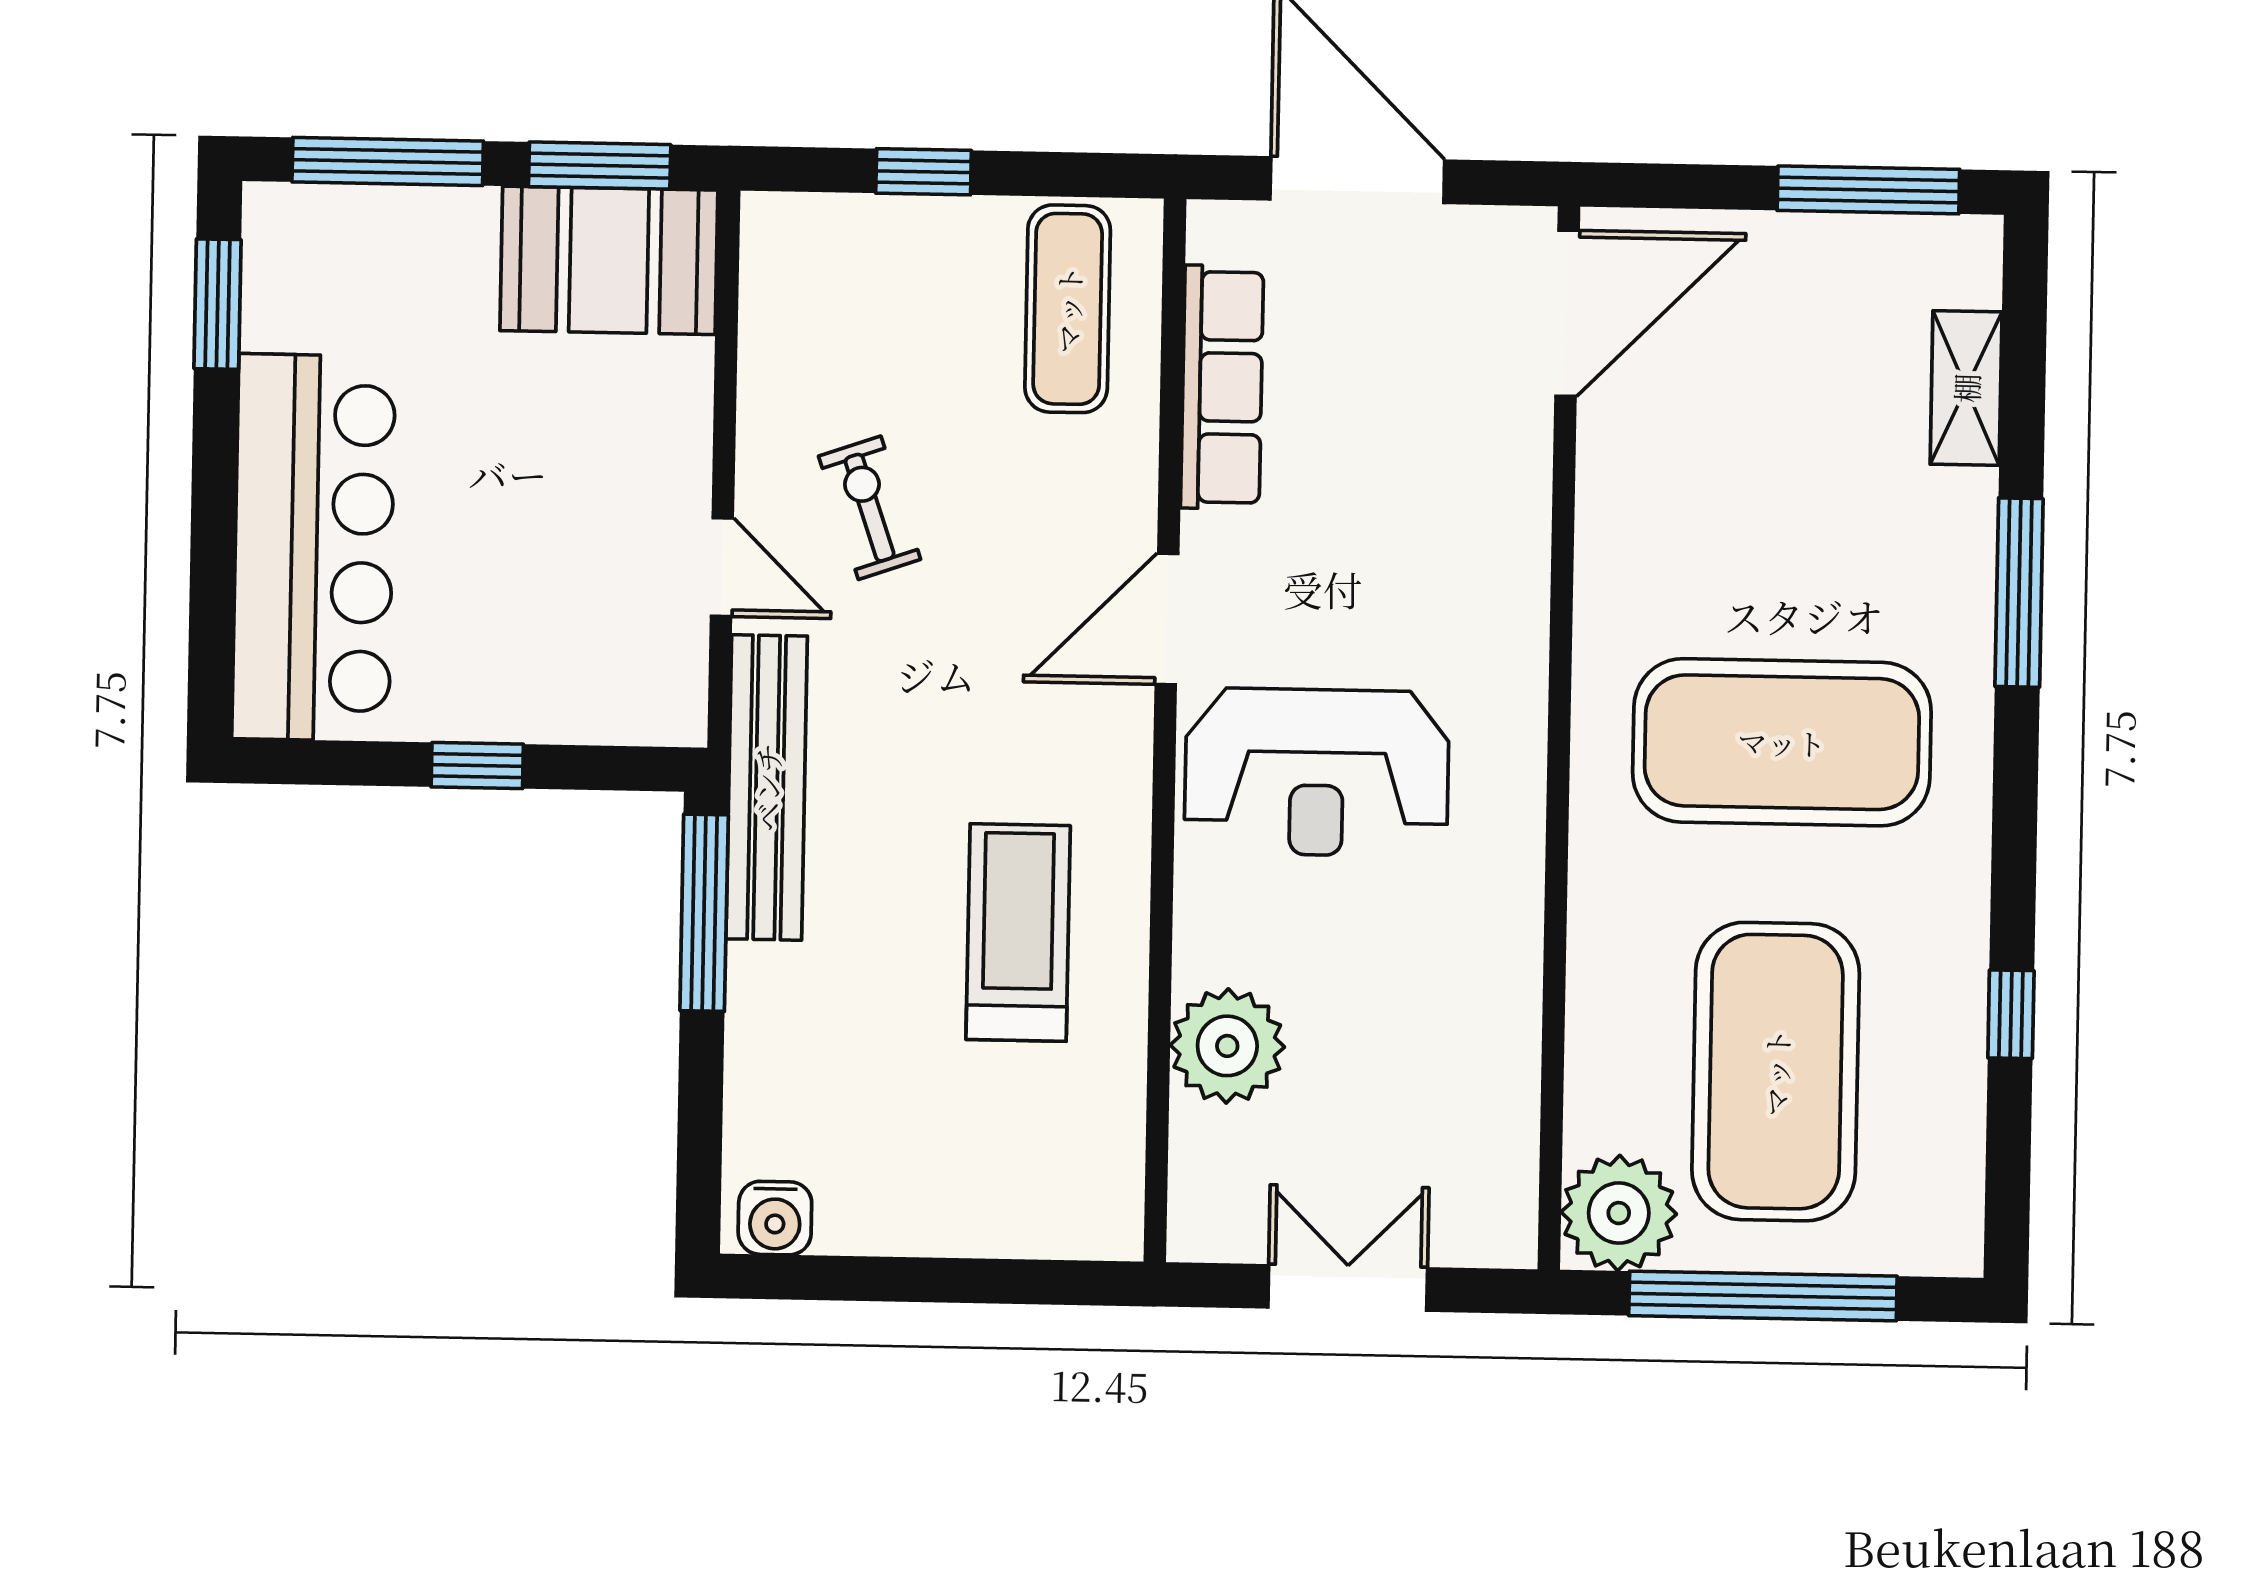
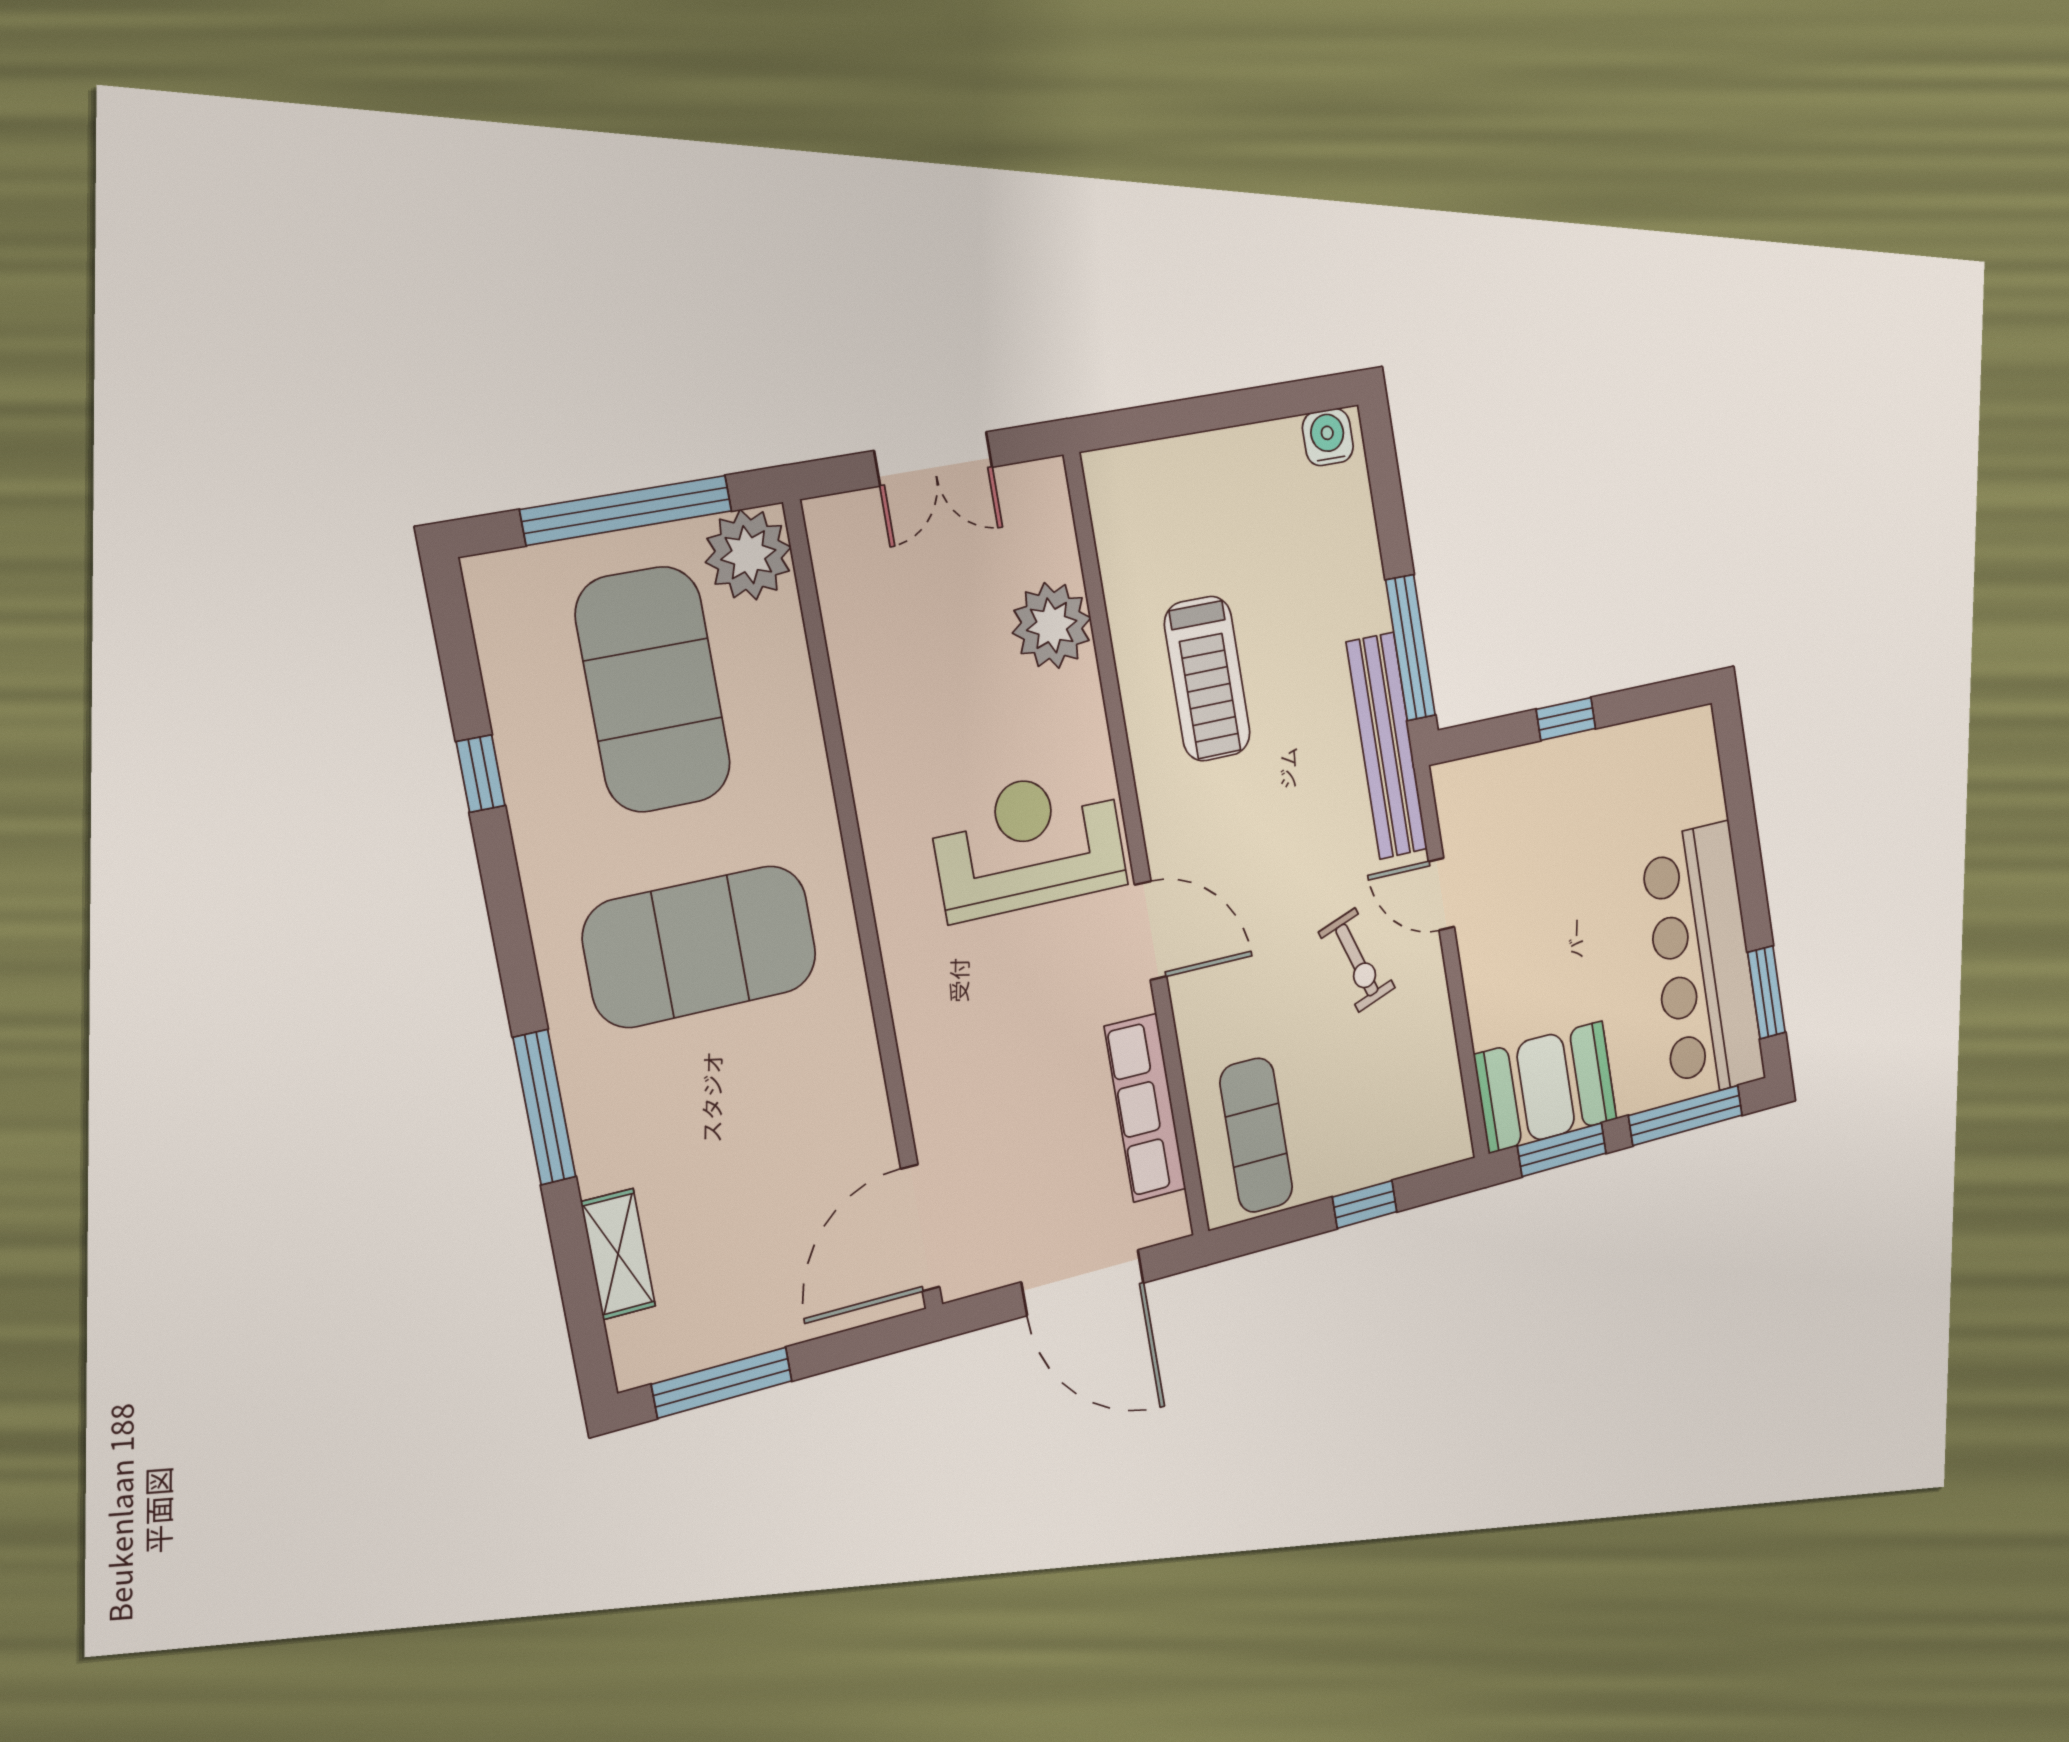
bar counter: (314, 547) -> (1703, 961), moved
door: (1167, 619) -> (1151, 931), hinge flipped

